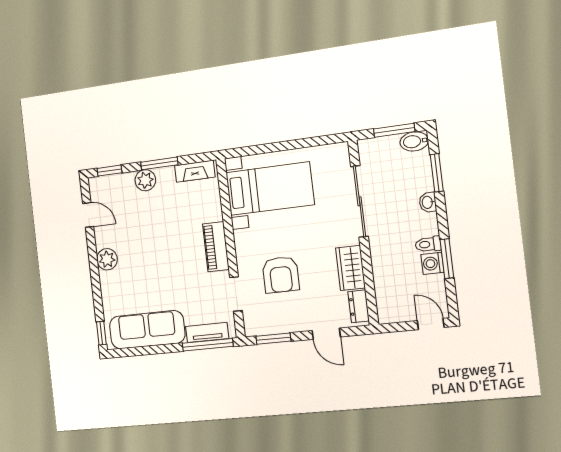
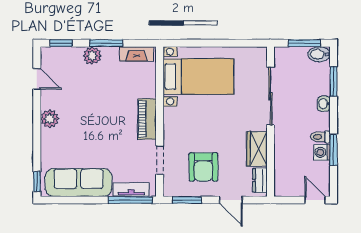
armchair: (281, 275) -> (203, 167), moved

